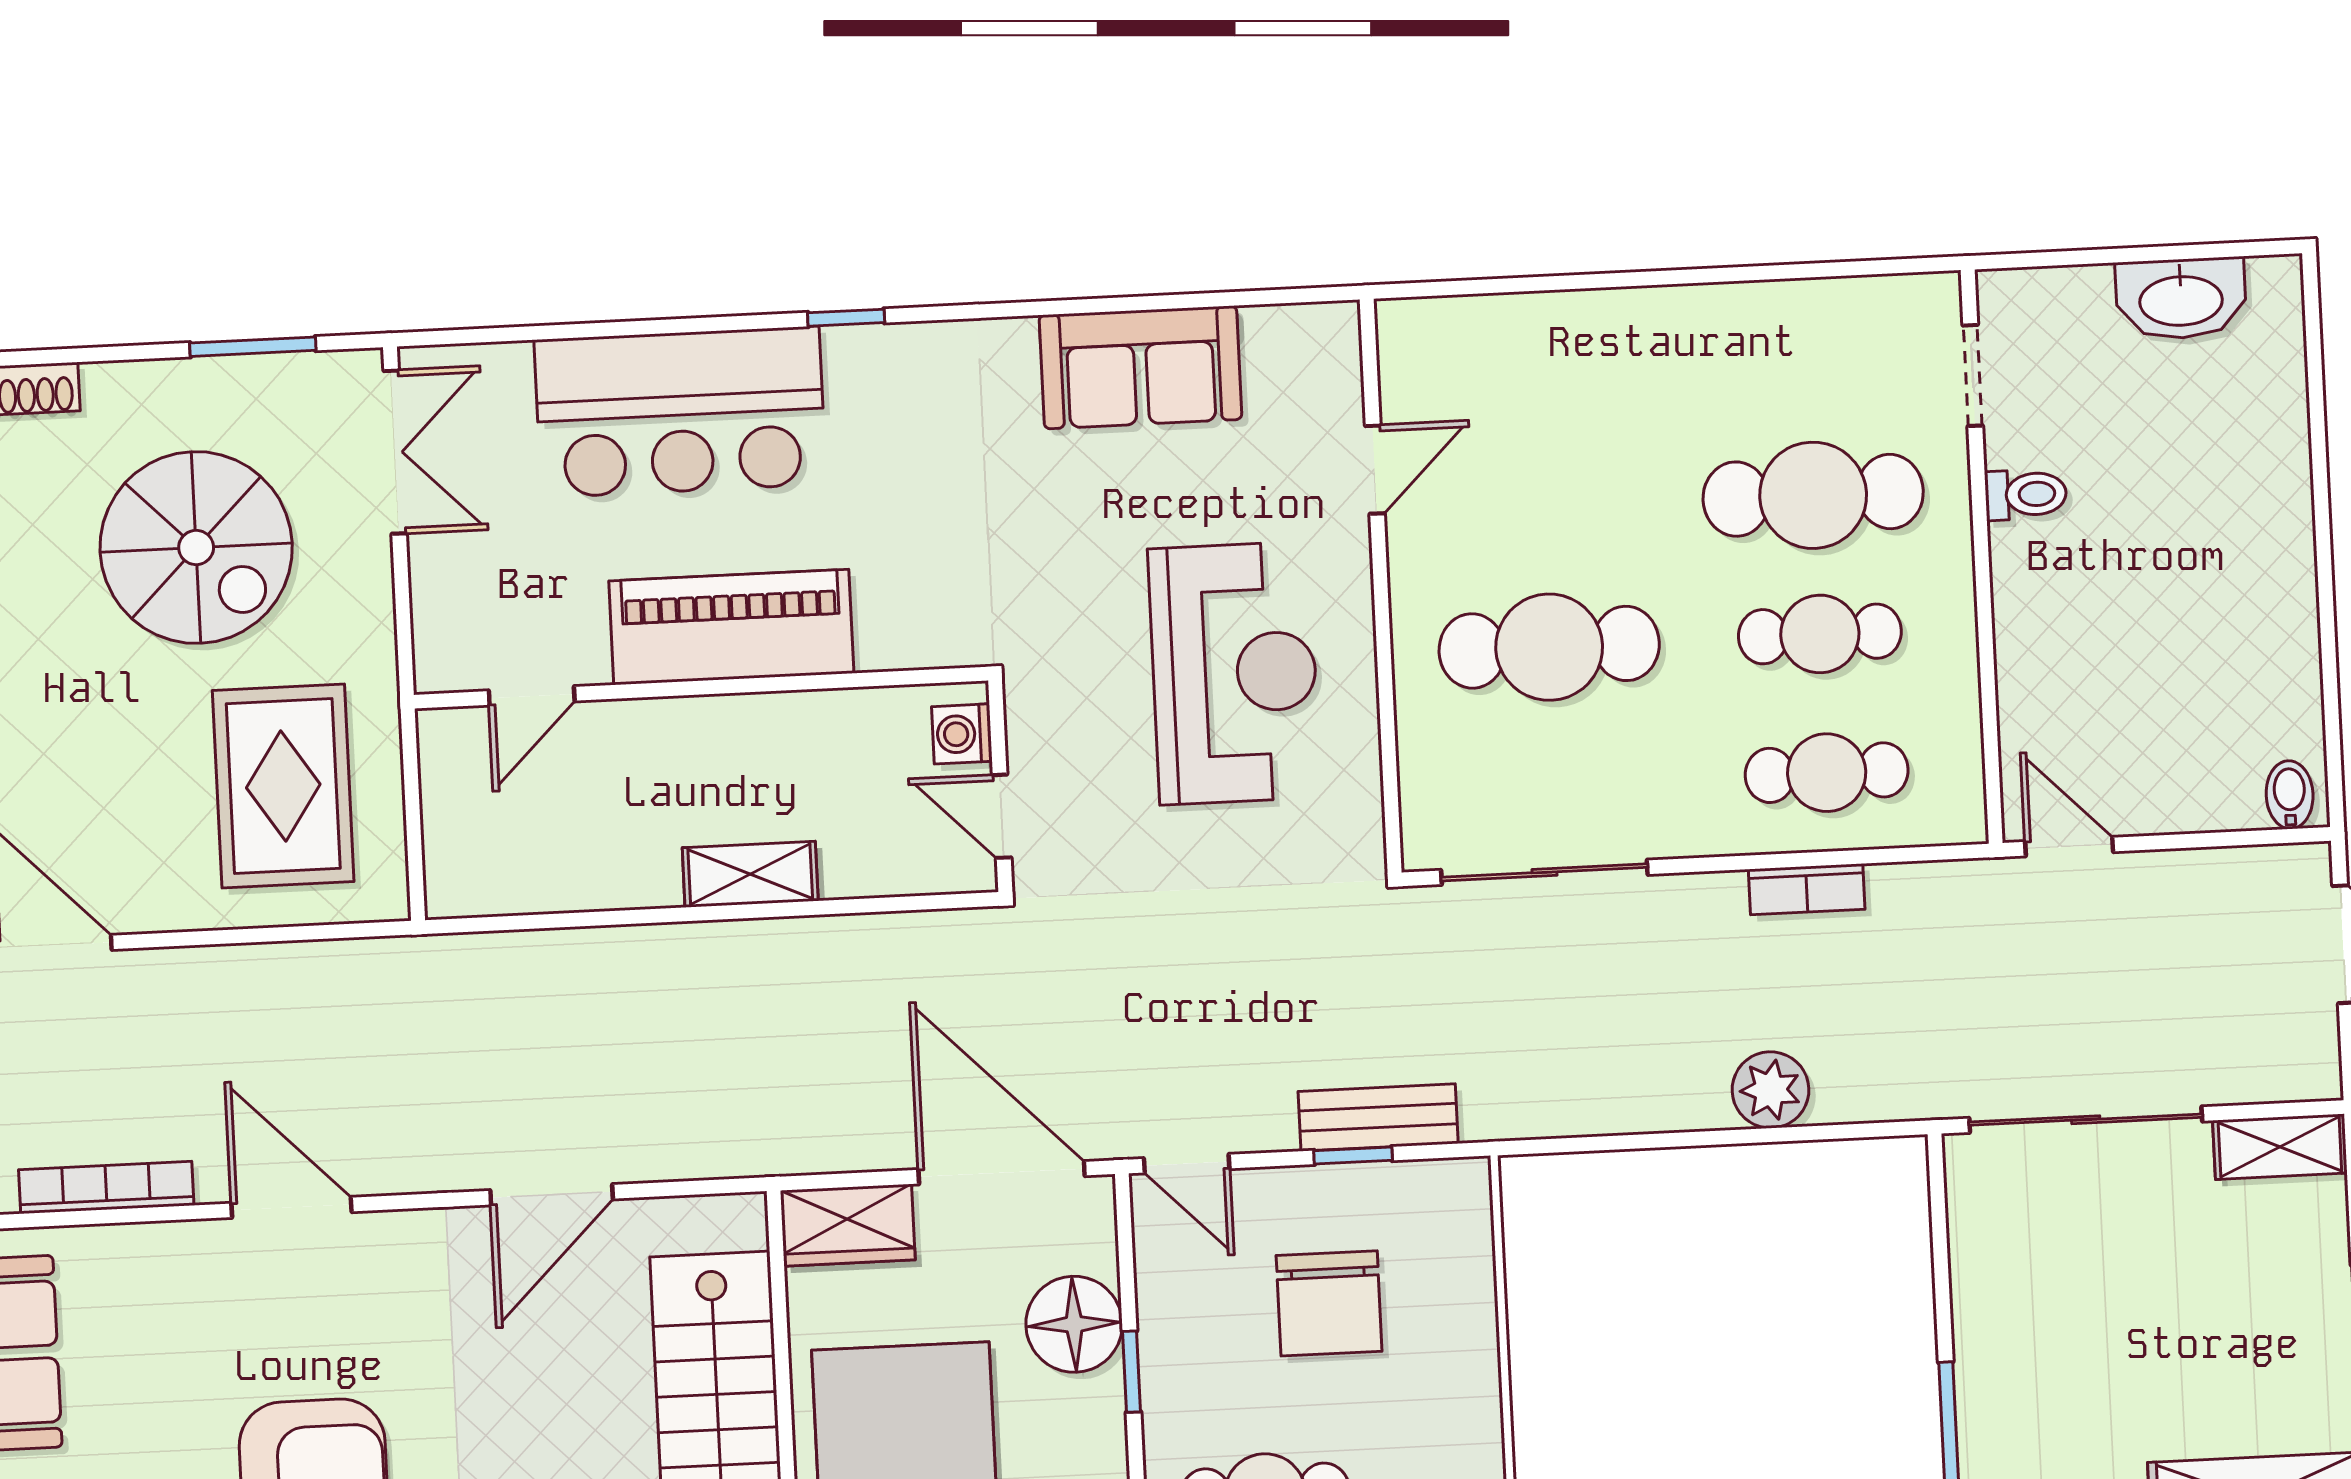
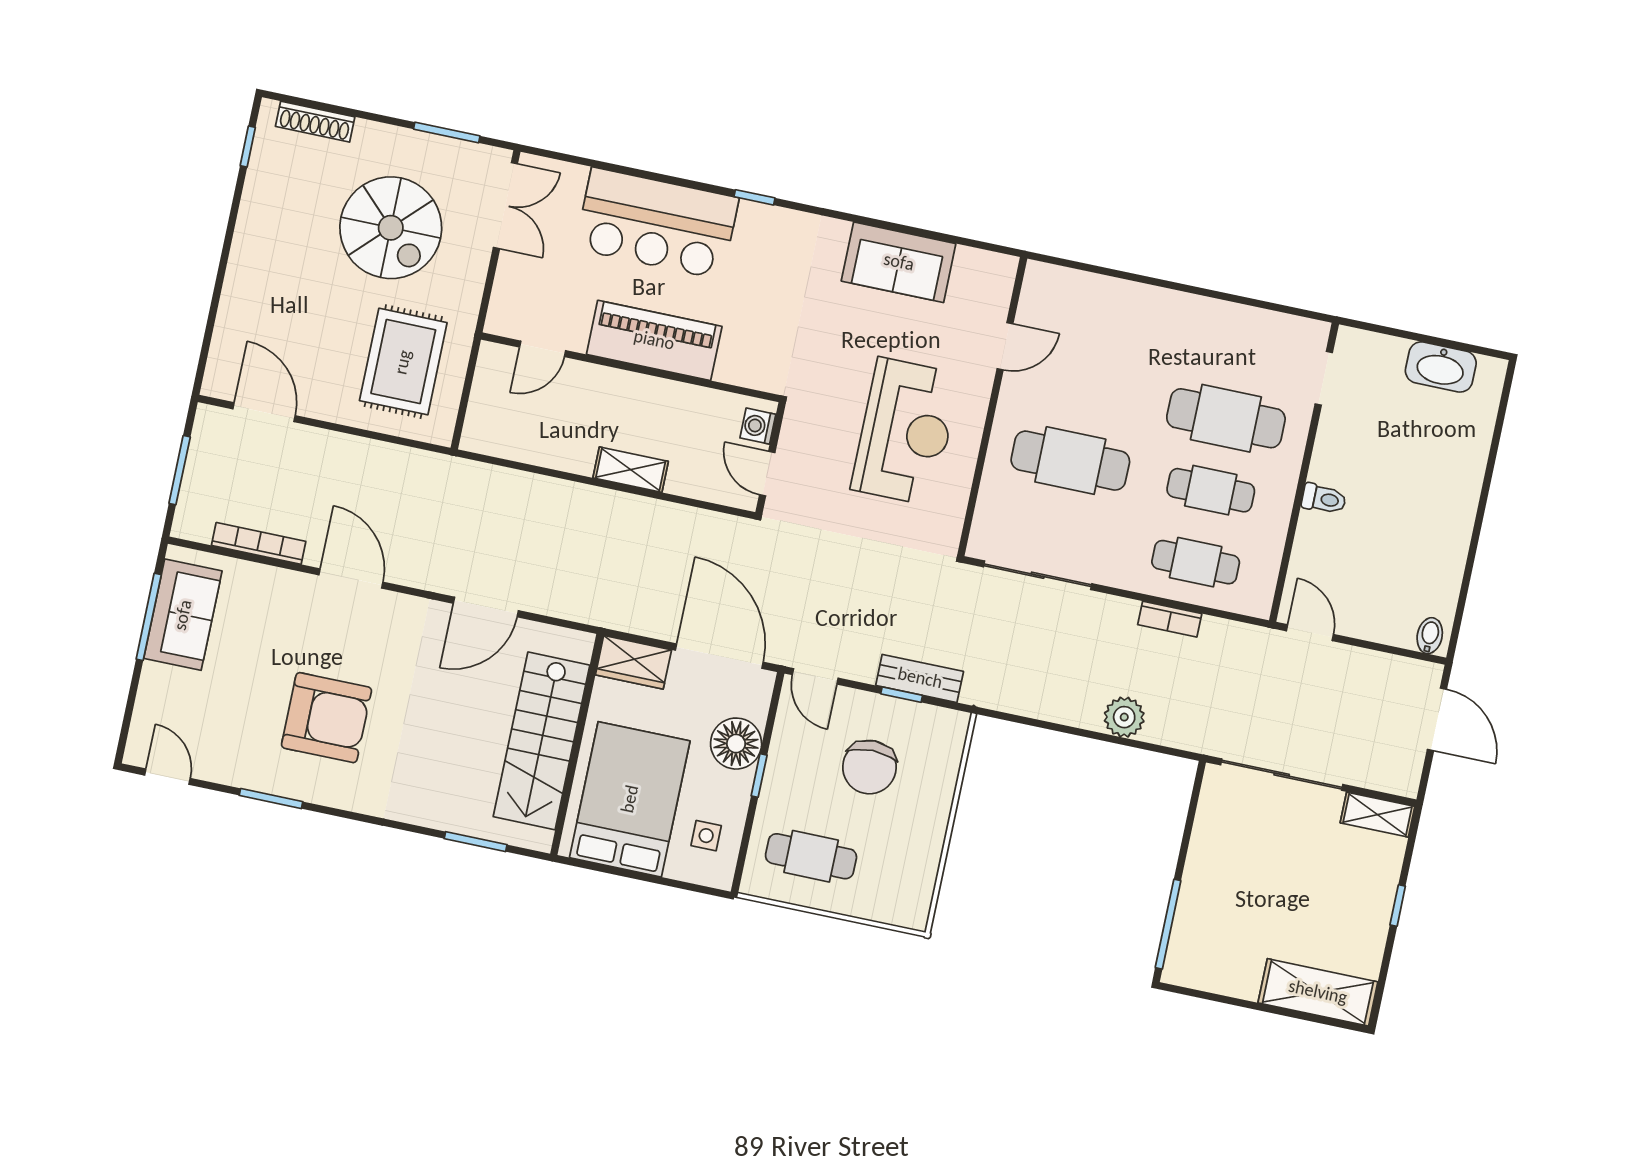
toilet: (2026, 494) -> (1324, 499), moved

